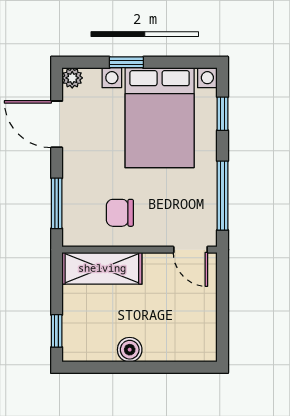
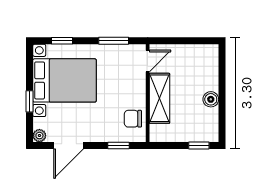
window: (222, 196) -> (114, 41), width x0.69
window: (57, 203) -> (118, 145), width x0.67
chair: (120, 213) -> (133, 119), moved, turned 90
shelving: (102, 268) -> (159, 98), moved

